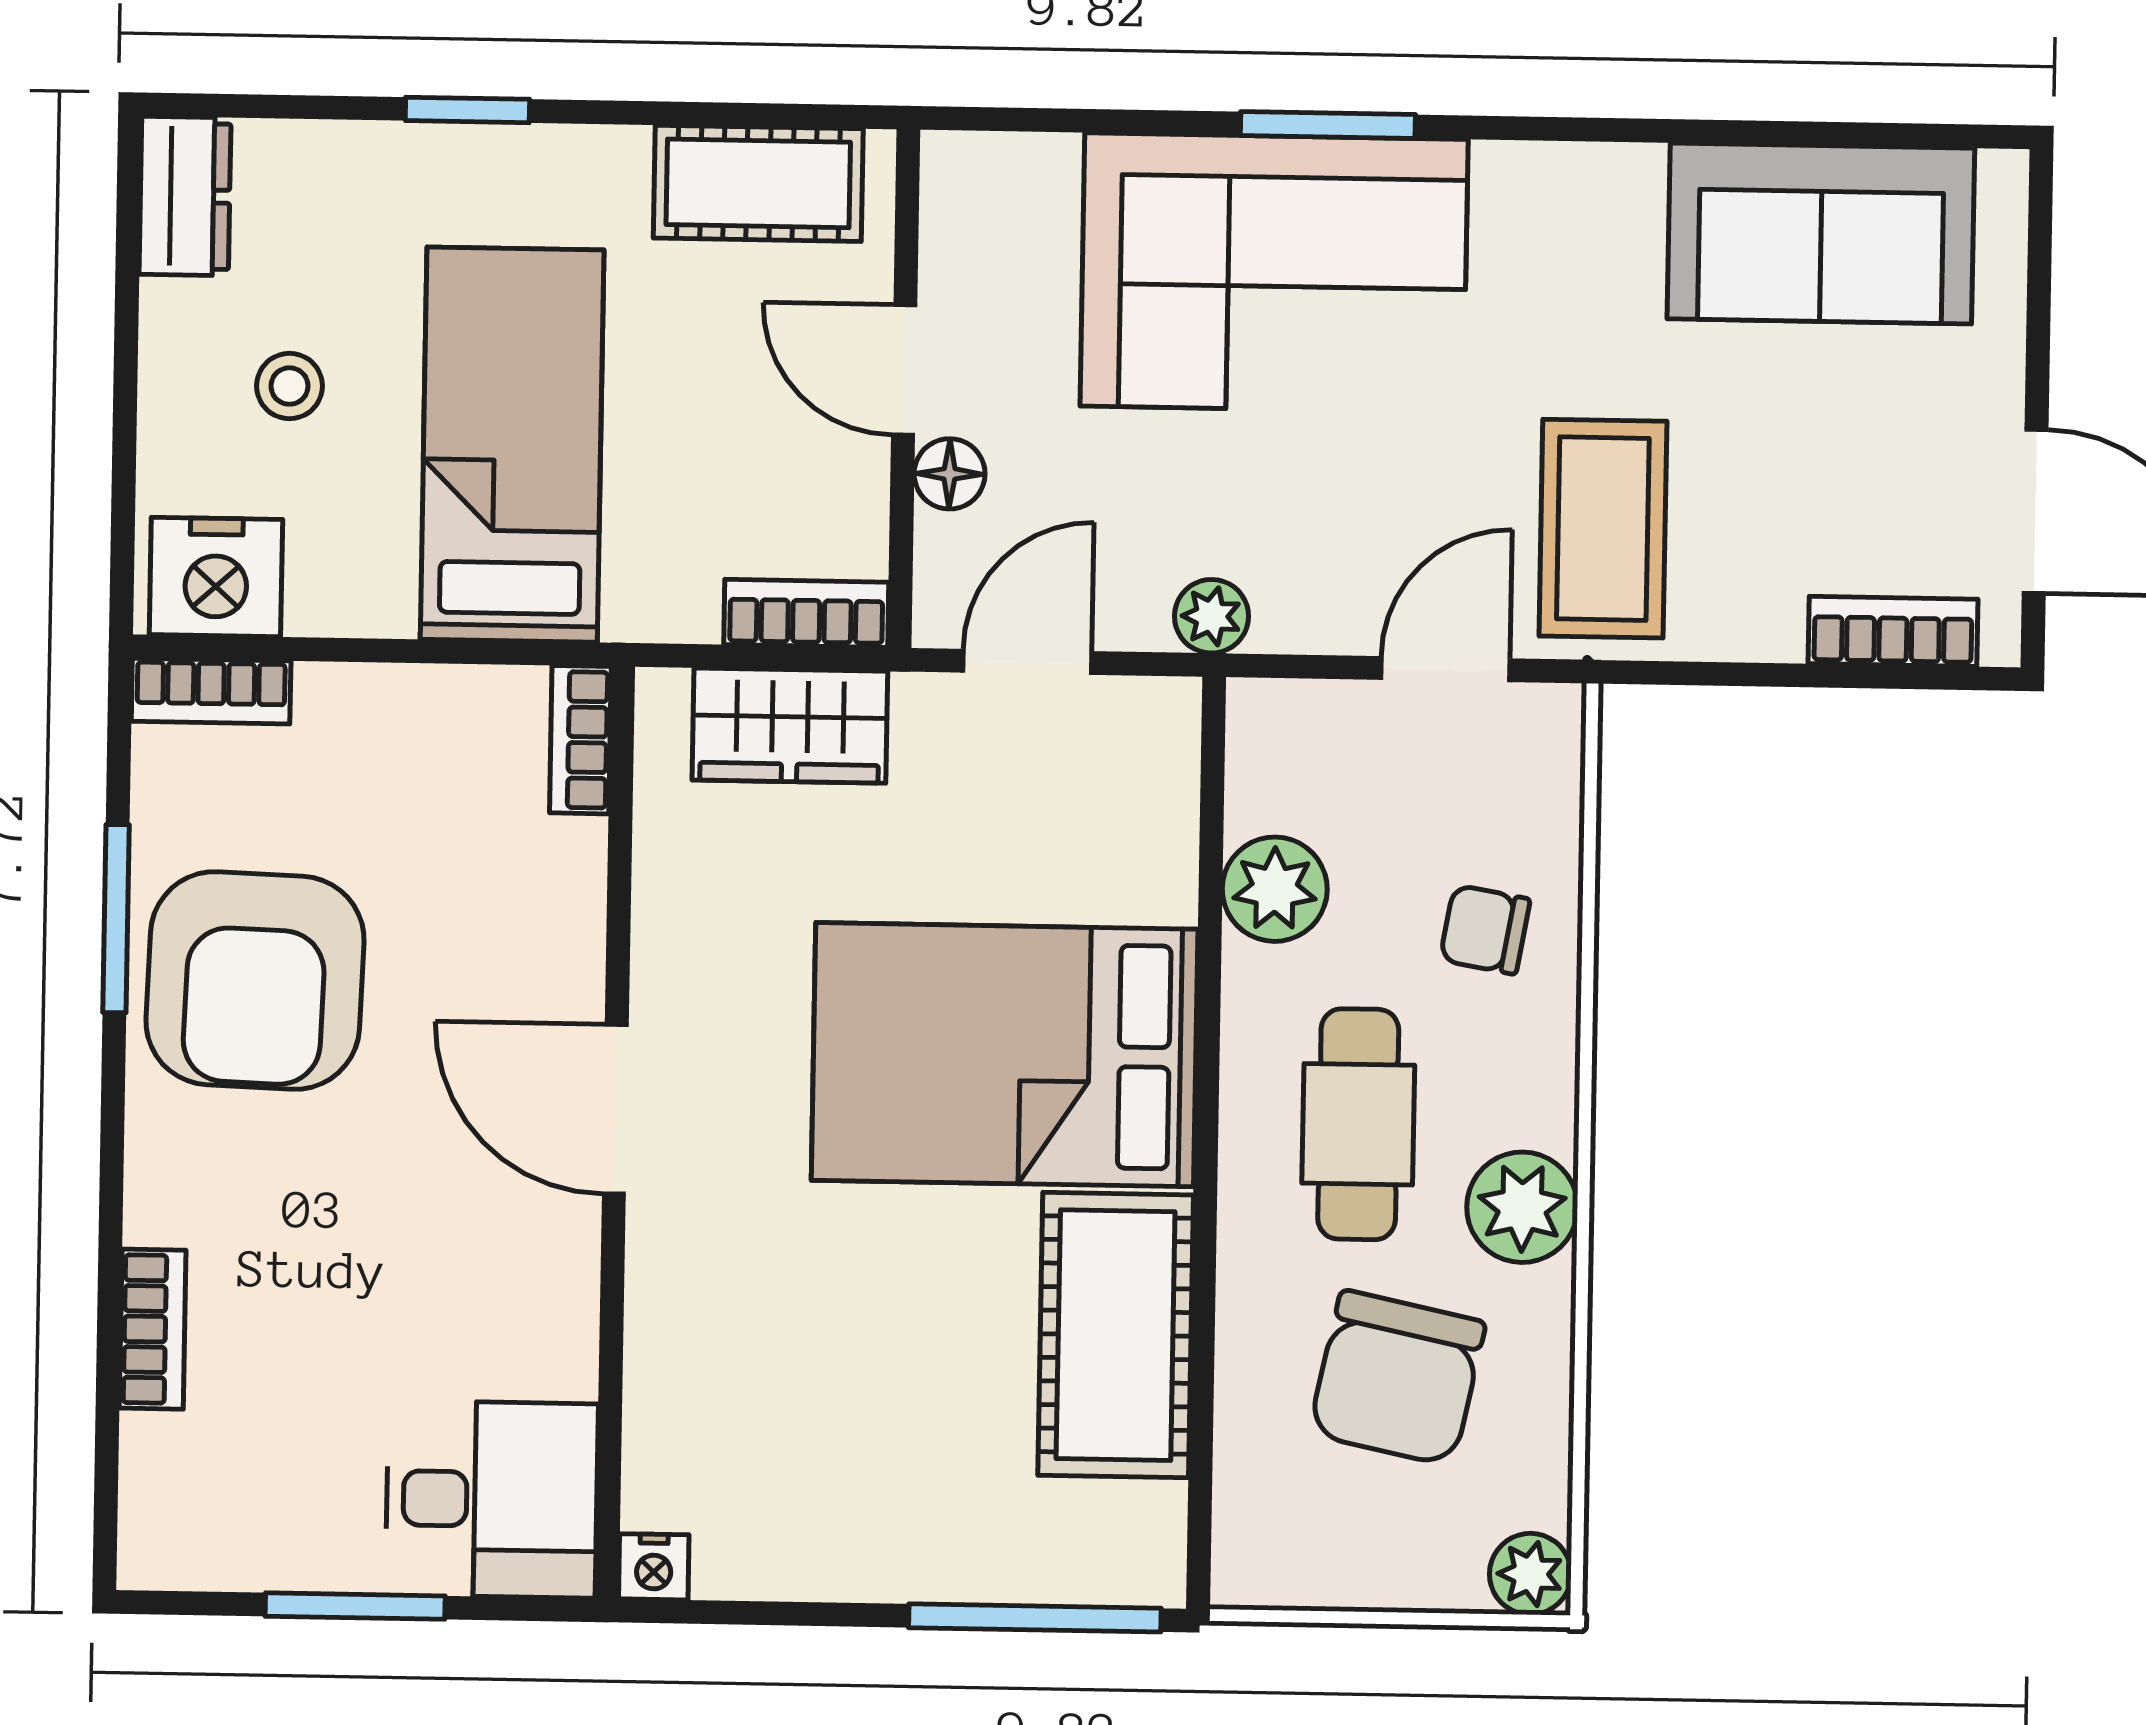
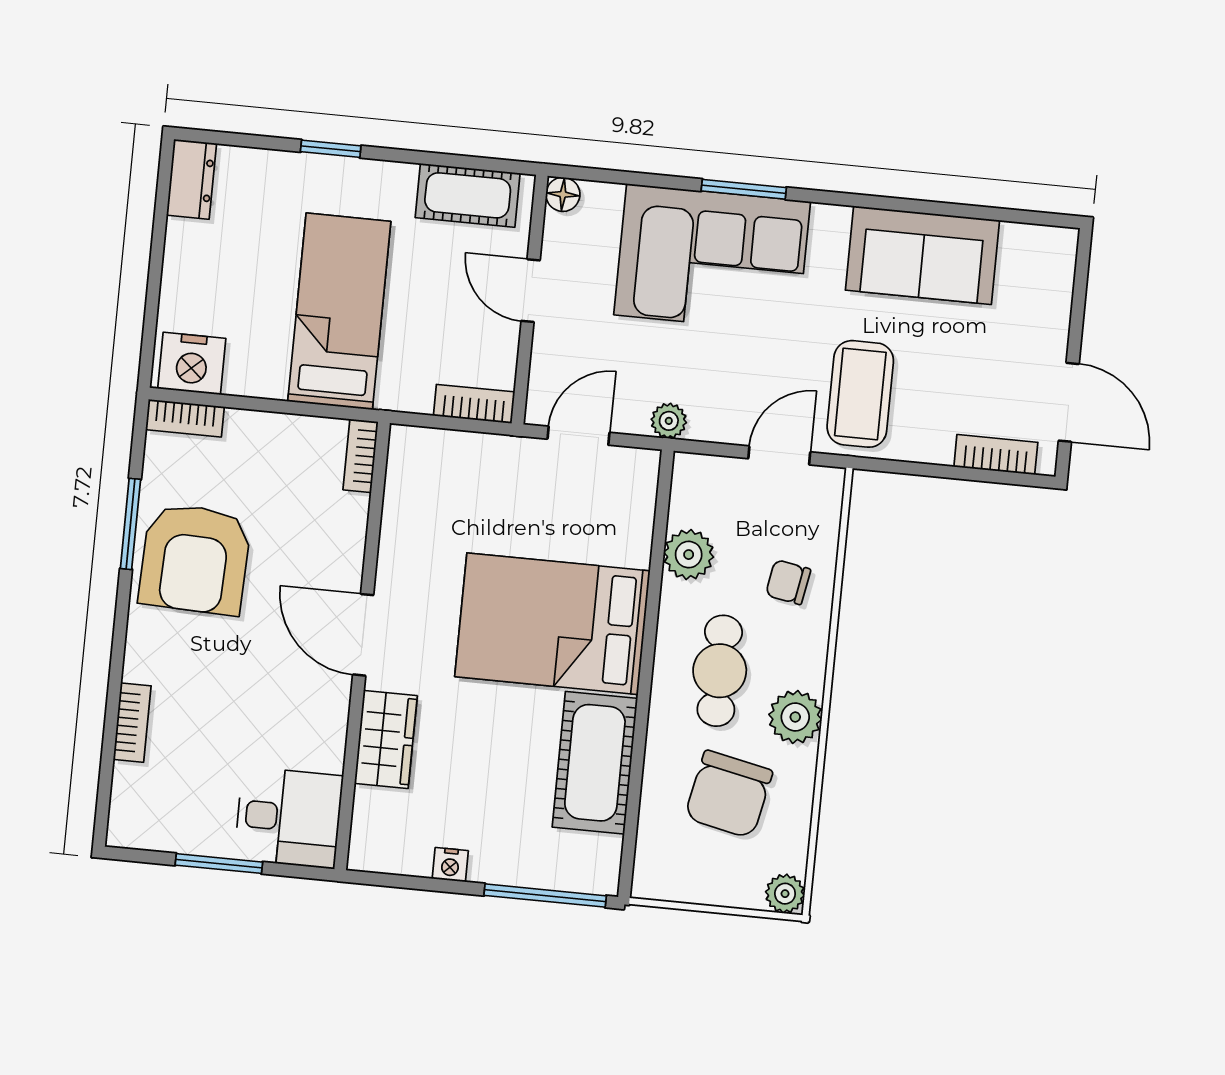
sofa: (1821, 233) -> (922, 255), moved
stool: (289, 386) -> (234, 275), removed
floor lamp: (950, 474) -> (563, 194), moved
wardrobe: (790, 726) -> (386, 739), moved, turned -90
nightstand: (654, 1567) -> (450, 865), moved

